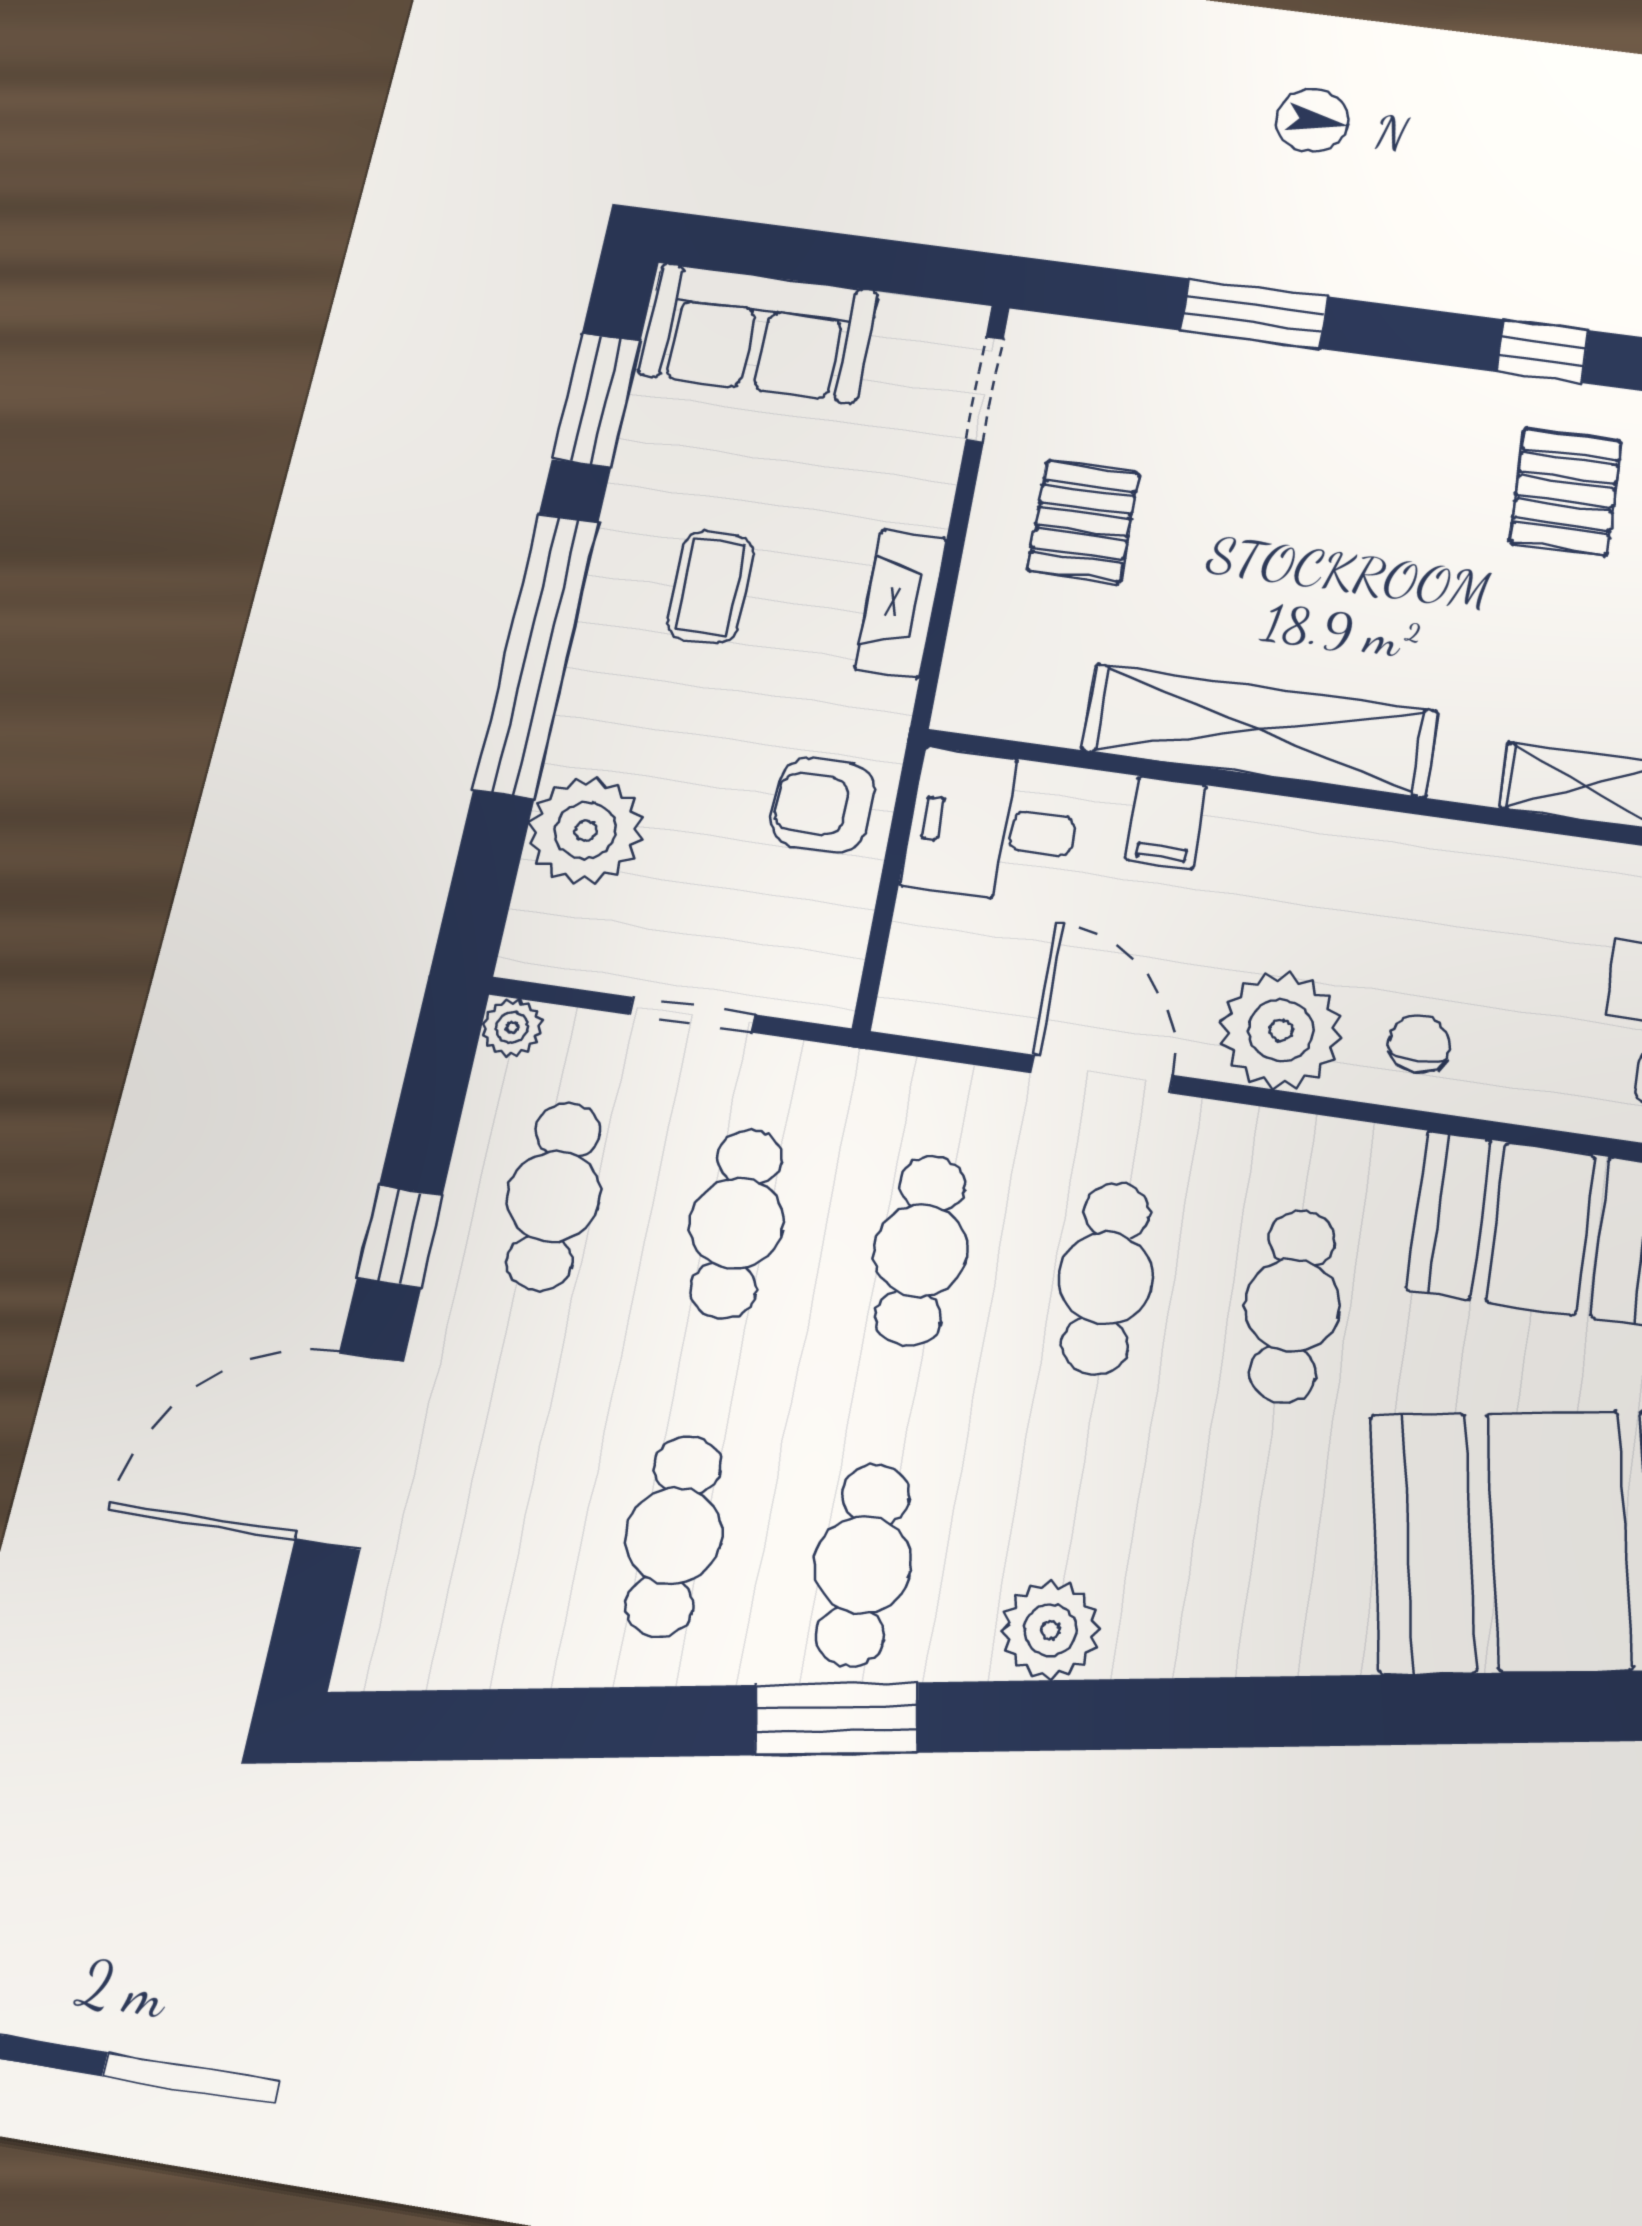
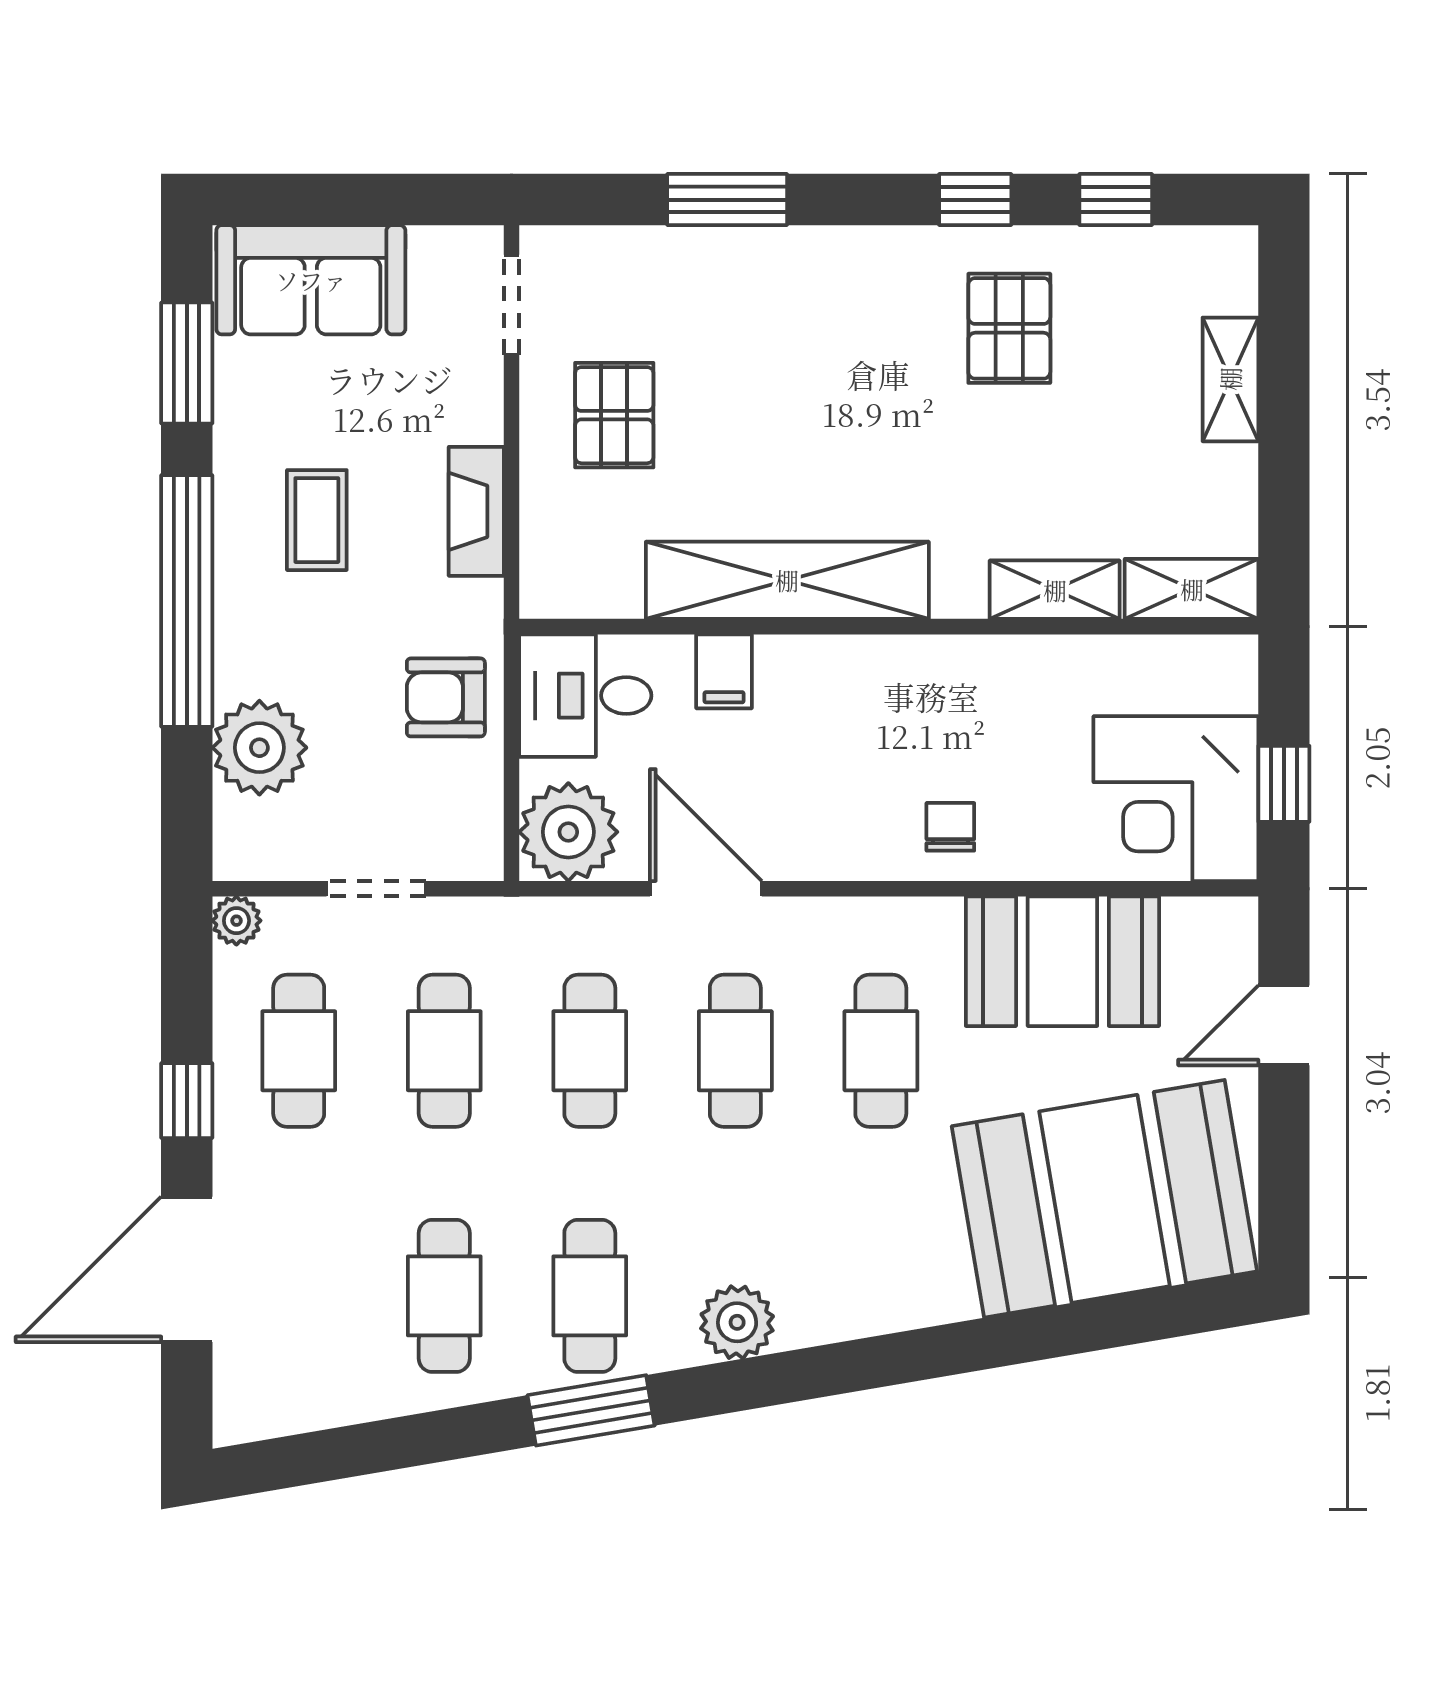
plant: (1281, 1030) -> (568, 832), moved

